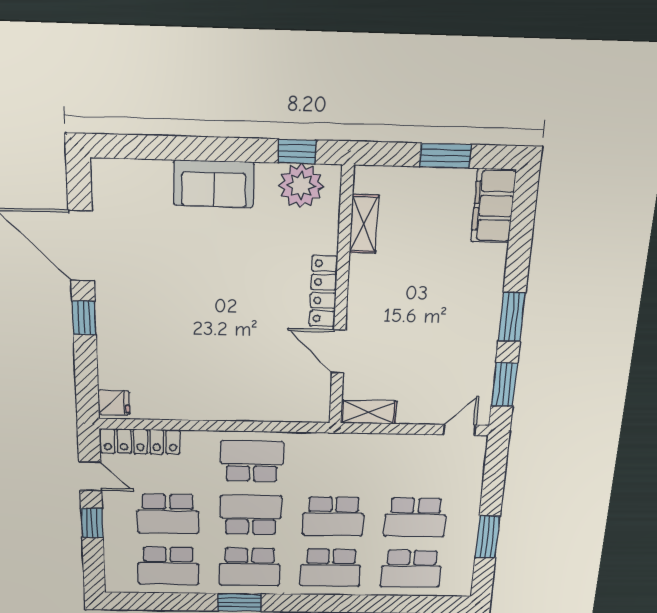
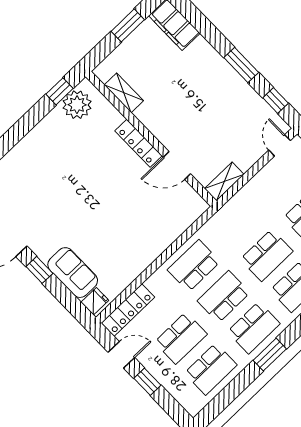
sofa: (214, 184) -> (73, 273), moved, turned -90
window: (504, 385) -> (276, 100), width x0.67

